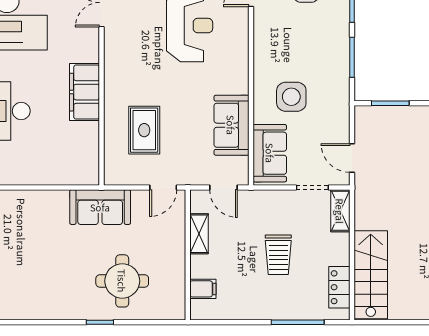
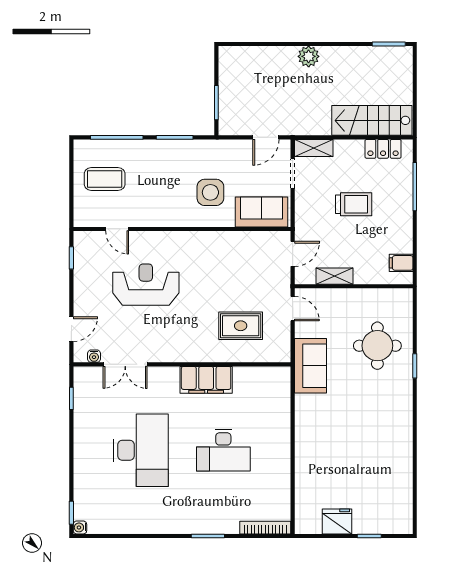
sofa: (231, 125) -> (236, 247), removed
filing cabinet: (203, 289) -> (401, 263), moved, turned -90

